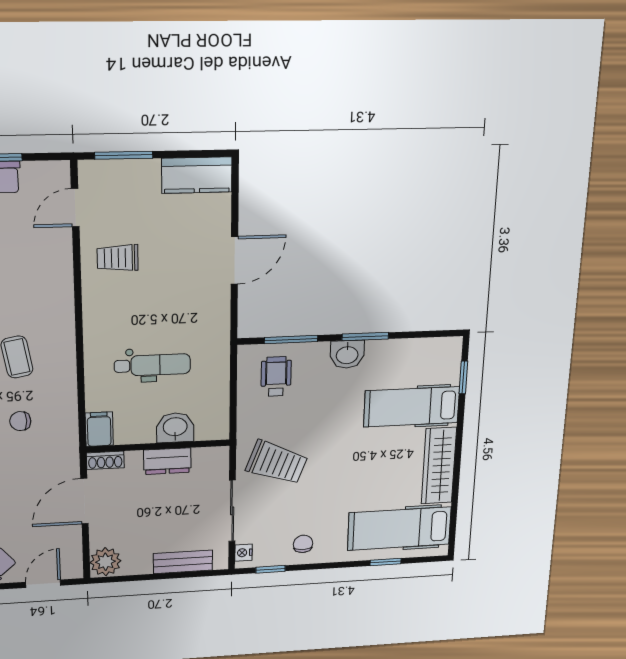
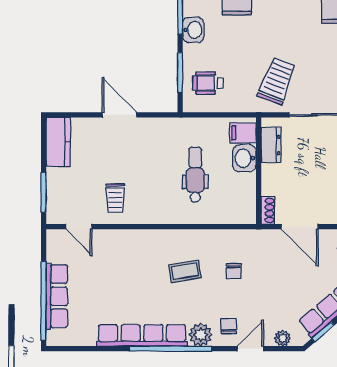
filing cabinet: (99, 429) -> (243, 133), moved
dresser: (167, 461) -> (271, 145), moved

